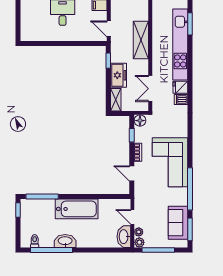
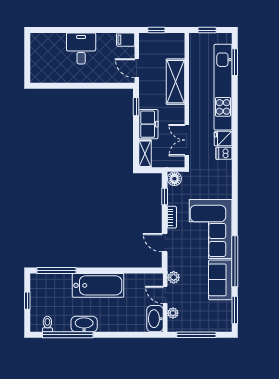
window: (18, 210) -> (27, 301), moved
sofa: (178, 223) -> (220, 280), moved
plant: (139, 242) -> (174, 277), moved

